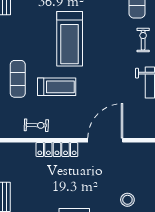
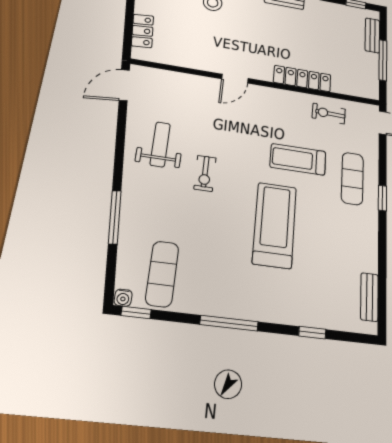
exercise bike: (143, 40) -> (205, 173), moved
door: (105, 140) -> (235, 79), width x0.53

